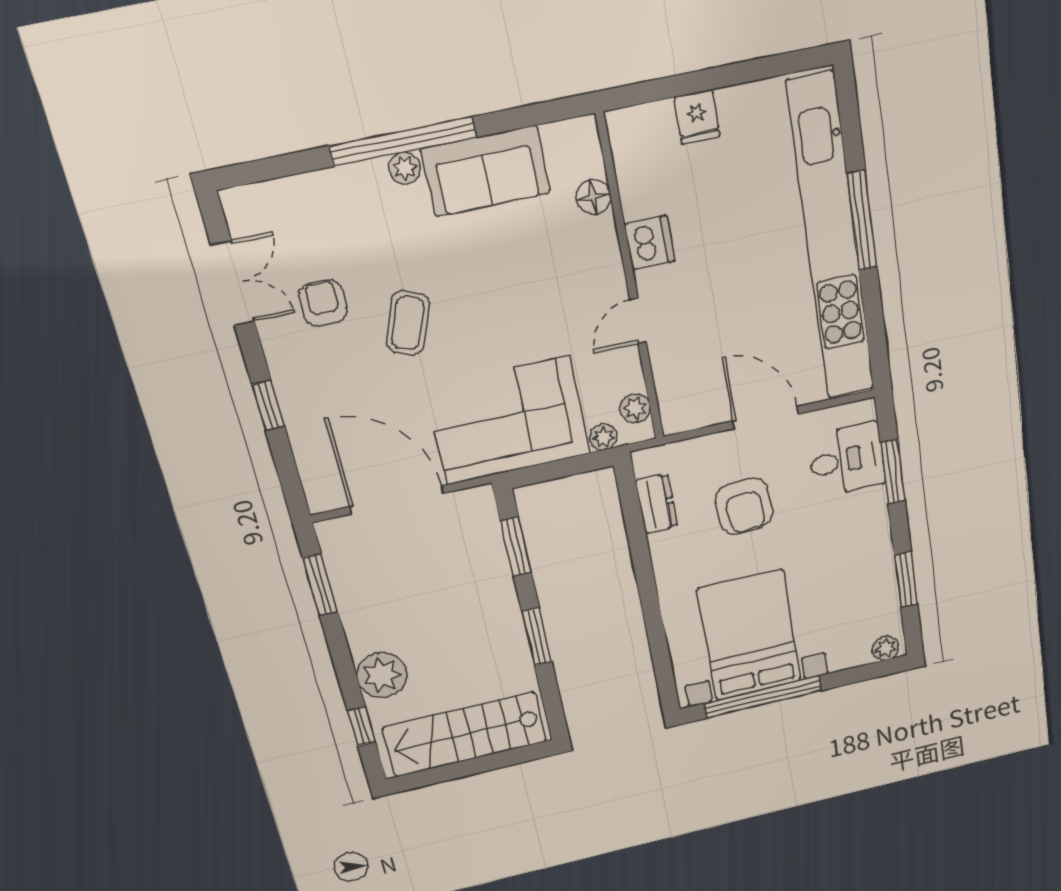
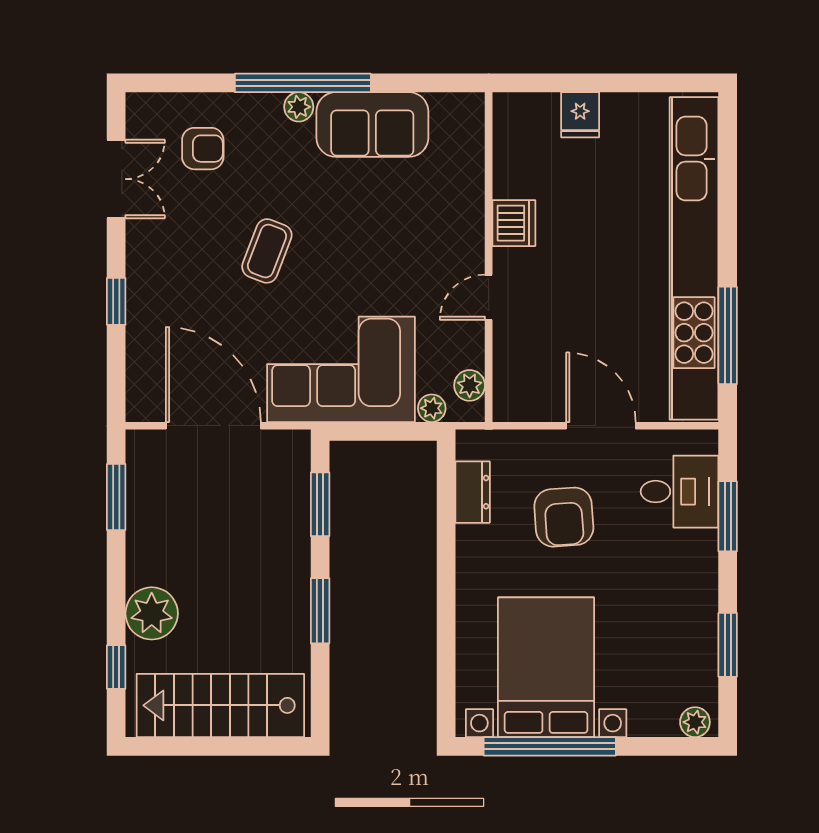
floor lamp: (593, 197) -> (468, 169), removed
window: (862, 221) -> (728, 335), moved
armchair: (323, 303) -> (203, 149), moved, turned 90

